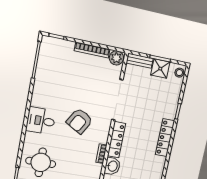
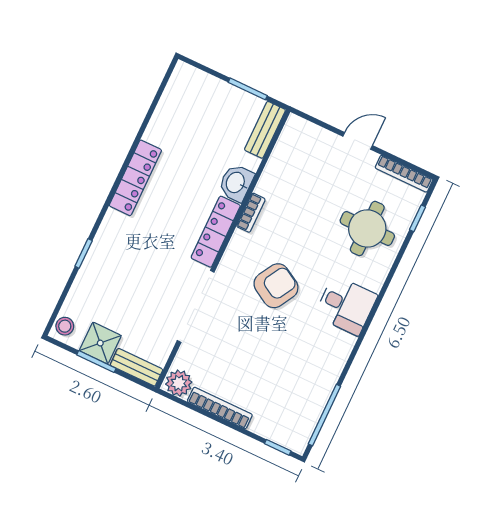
locker: (165, 138) -> (135, 178), moved

